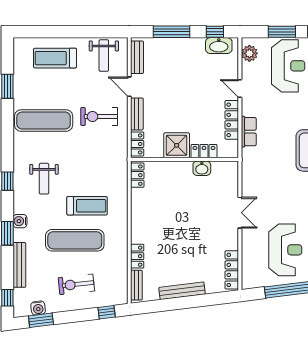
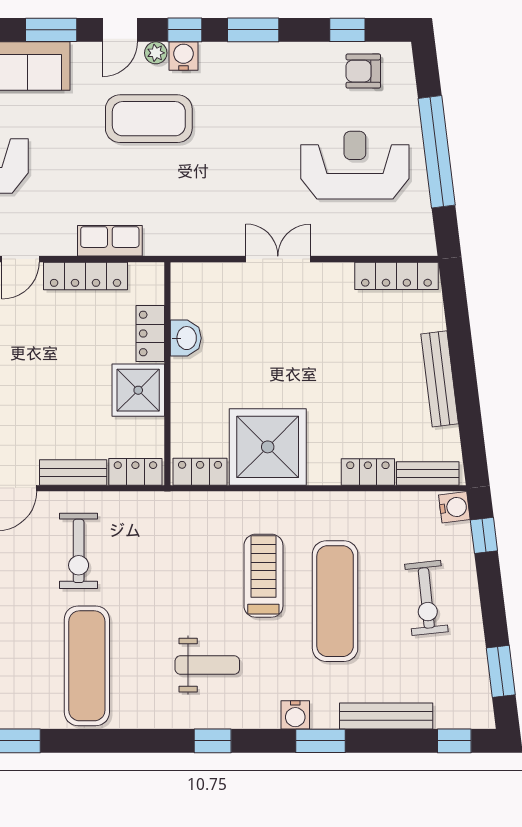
shower: (149, 208) -> (268, 447), added
water cooler: (38, 308) -> (454, 507), moved

